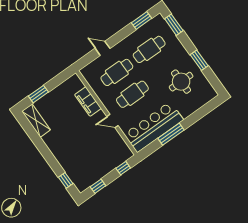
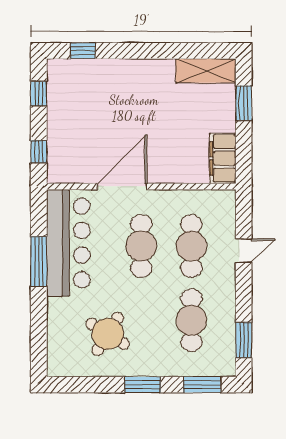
window: (199, 60) -> (142, 385), moved
round table: (181, 82) -> (108, 334), turned 32
filing cabinet: (88, 102) -> (223, 158), moved, turned -90
door: (112, 121) -> (122, 186), width x1.88

